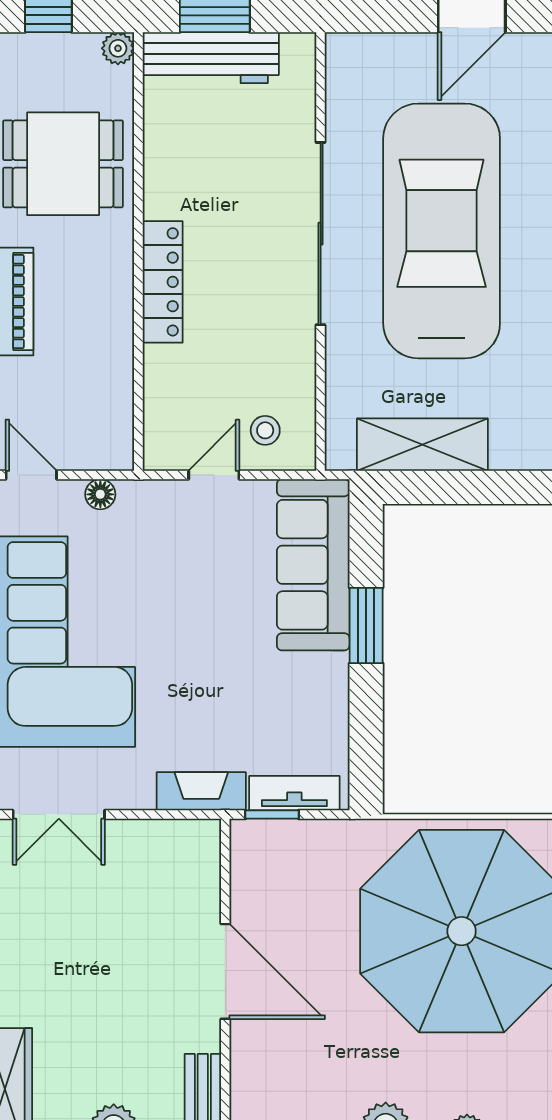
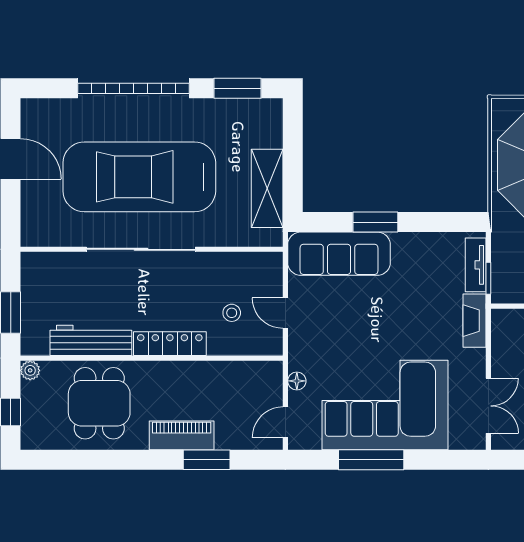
workbench: (211, 58) -> (91, 340), moved, turned -90
stool: (265, 430) -> (232, 313), moved

